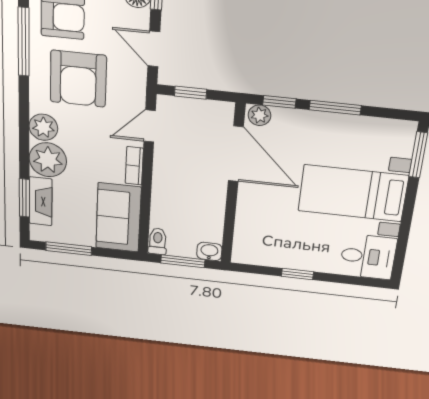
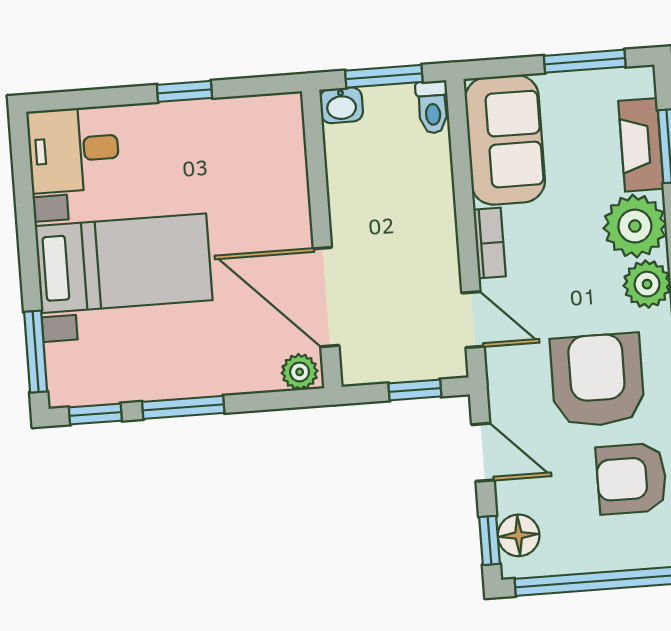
window: (279, 102) -> (95, 414), moved
door: (150, 126) -> (473, 320), hinge flipped

